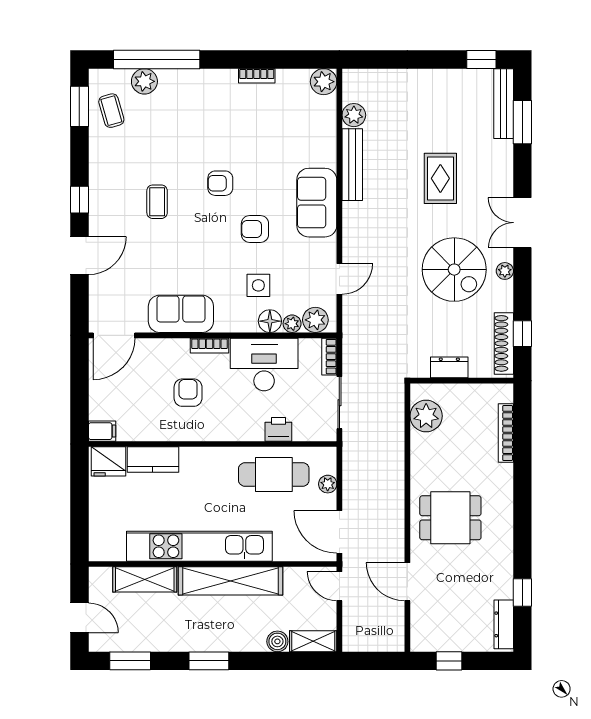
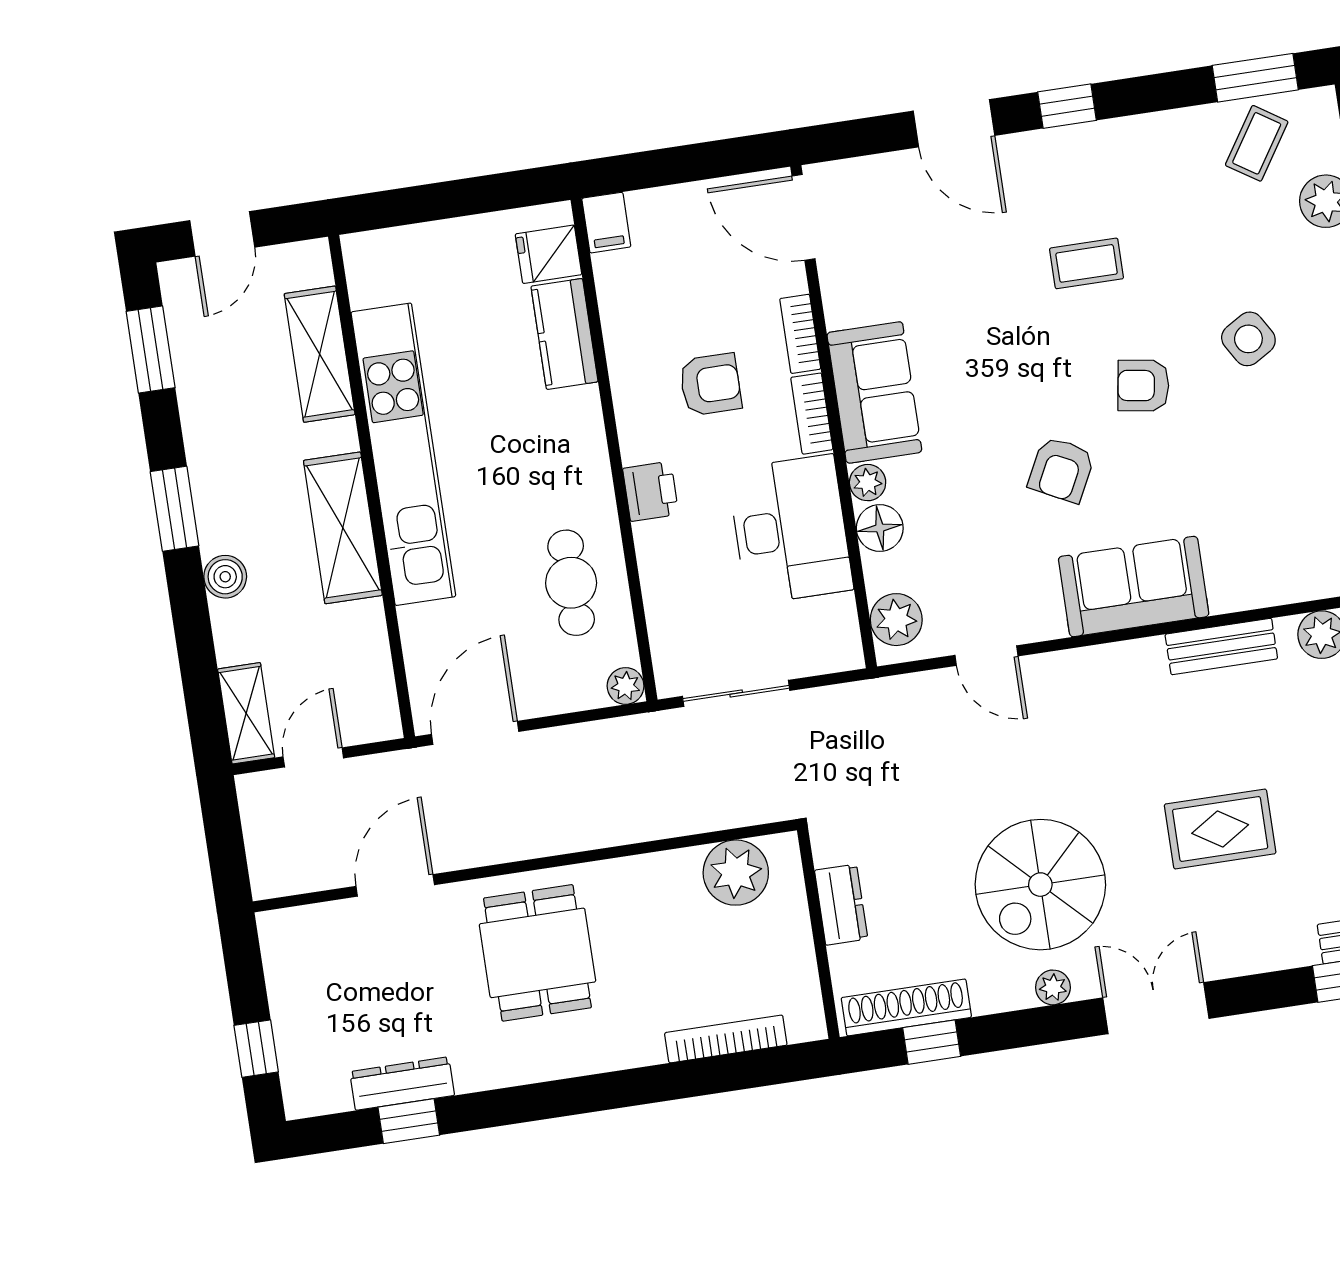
coffee table: (111, 111) -> (1257, 143), turned -41
bench: (352, 165) -> (1221, 647), width x0.73
armchair: (220, 183) -> (1143, 386), turned -81
armchair: (255, 229) -> (1061, 470), turned -153
side table: (258, 285) -> (1248, 339), moved, turned -31
sofa: (181, 314) -> (874, 392), moved
plant: (292, 324) -> (868, 483), moved
bookcase: (329, 357) -> (800, 334), moved, turned -90
printer: (278, 429) -> (651, 491), moved
fridge: (108, 461) -> (549, 254), width x0.72
cafe table: (274, 474) -> (571, 583), width x0.73, depth x0.74
plant: (328, 484) -> (626, 686), moved
shelving: (231, 581) -> (343, 528), width x0.68
door: (339, 586) -> (313, 757), moved
dresser: (504, 624) -> (402, 1084), moved
boiler: (277, 641) -> (225, 577), moved
window: (449, 661) -> (256, 1049), moved

